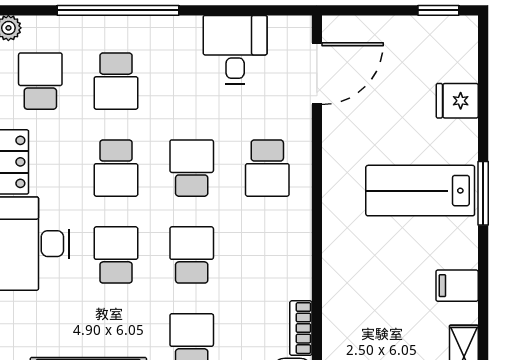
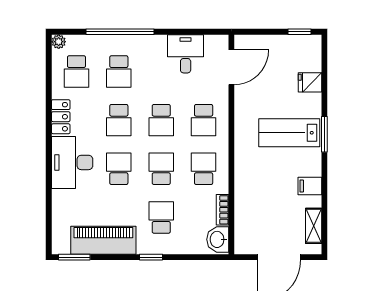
school desk: (40, 81) -> (76, 71), turned 180
school desk: (192, 168) -> (161, 120), turned 180
school desk: (267, 255) -> (204, 169), added

